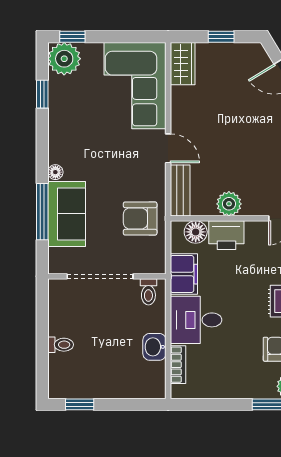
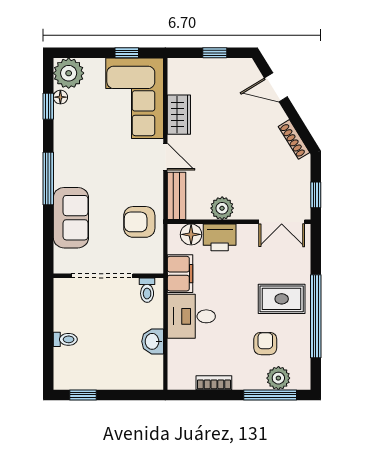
window: (72, 37) -> (127, 53), moved
wardrobe: (183, 64) -> (179, 115), moved
floor lamp: (55, 172) -> (60, 97), moved
window: (42, 212) -> (48, 179), moved
bookcase: (178, 365) -> (214, 383), moved, turned -90

